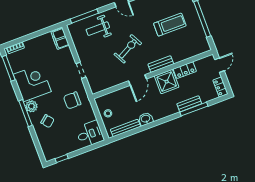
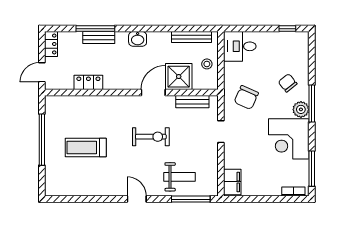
exercise bike: (128, 49) -> (151, 137), turned -152
bench: (161, 64) -> (192, 102), moved
shower: (167, 82) -> (179, 77), moved
chair: (72, 100) -> (246, 98), turned 114
washbasin: (146, 119) -> (138, 39), moved

